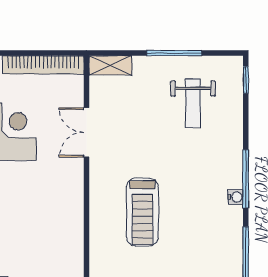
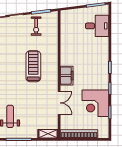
filing cabinet: (70, 192) -> (67, 76), added

